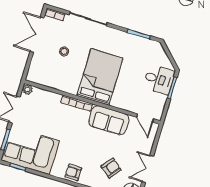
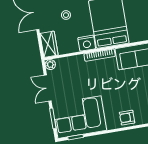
wardrobe: (35, 70) -> (49, 44), added
nightstand: (70, 86) -> (87, 43), added

